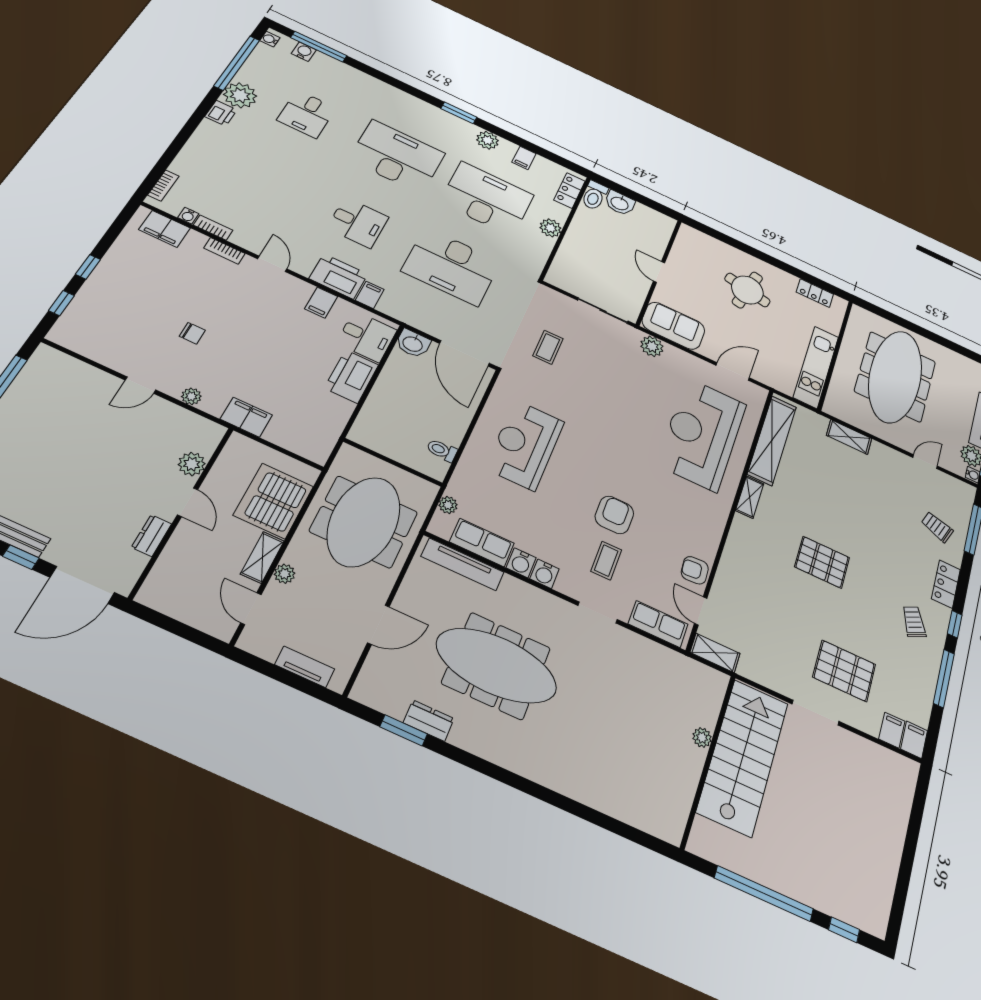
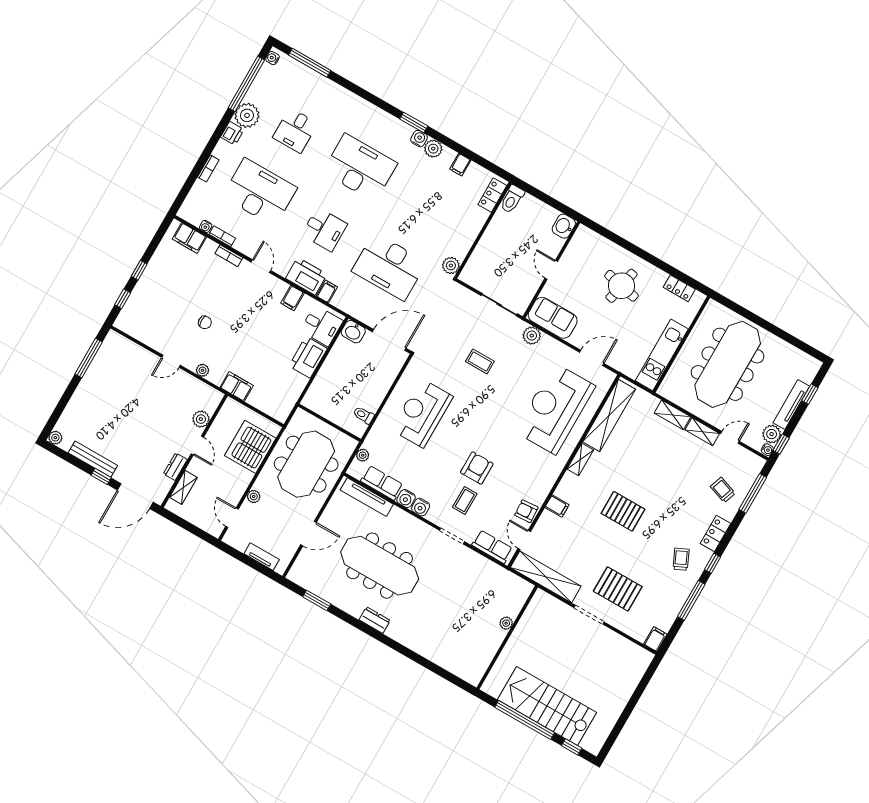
water cooler: (304, 52) -> (419, 139), moved
bookcase: (163, 186) -> (208, 168), moved
desk: (487, 199) -> (260, 192), moved
washbasin: (620, 203) -> (564, 226), moved, turned 90
plant: (551, 228) -> (451, 266), moved
coffee table: (548, 347) -> (480, 361), moved, turned 90
door: (464, 353) -> (389, 340), swing flipped
shelving: (890, 456) -> (702, 432), added
shelving: (262, 557) -> (183, 487), moved
shelving: (715, 653) -> (546, 577), width x2.20, depth x1.33
dresser: (429, 721) -> (375, 620), moved
filing cabinet: (892, 730) -> (557, 506), moved, turned 90
stairs: (743, 757) -> (547, 706), moved, turned -90

